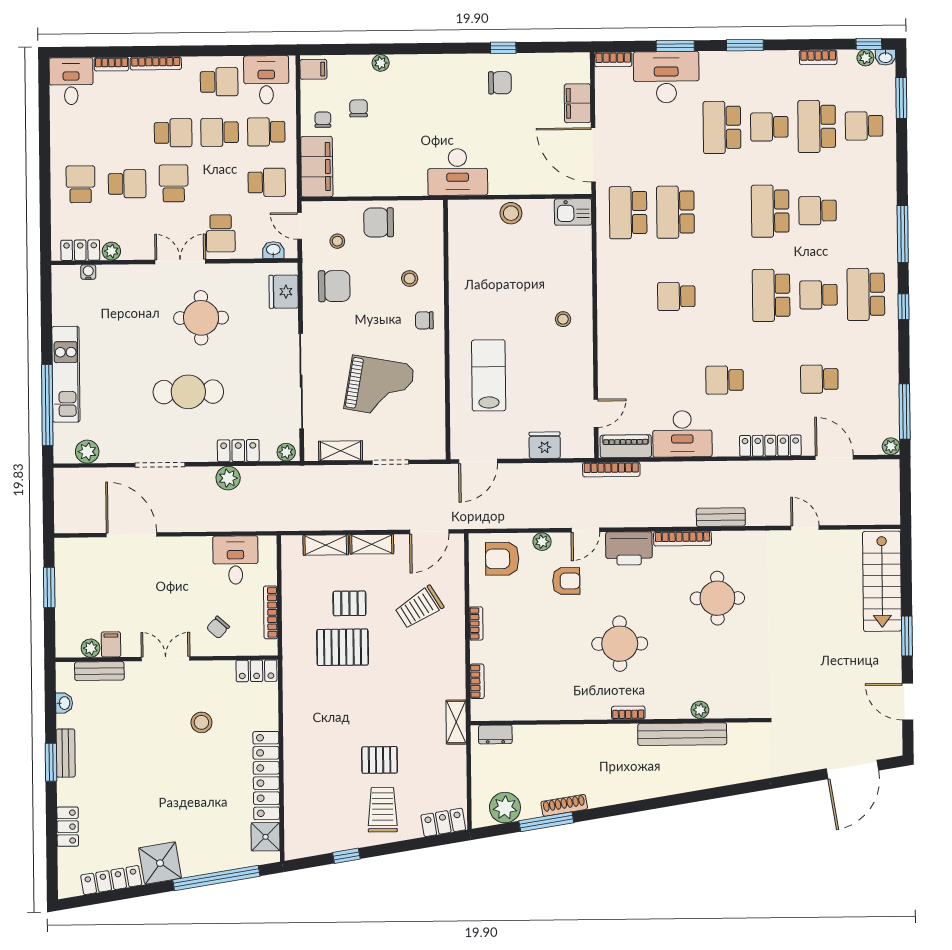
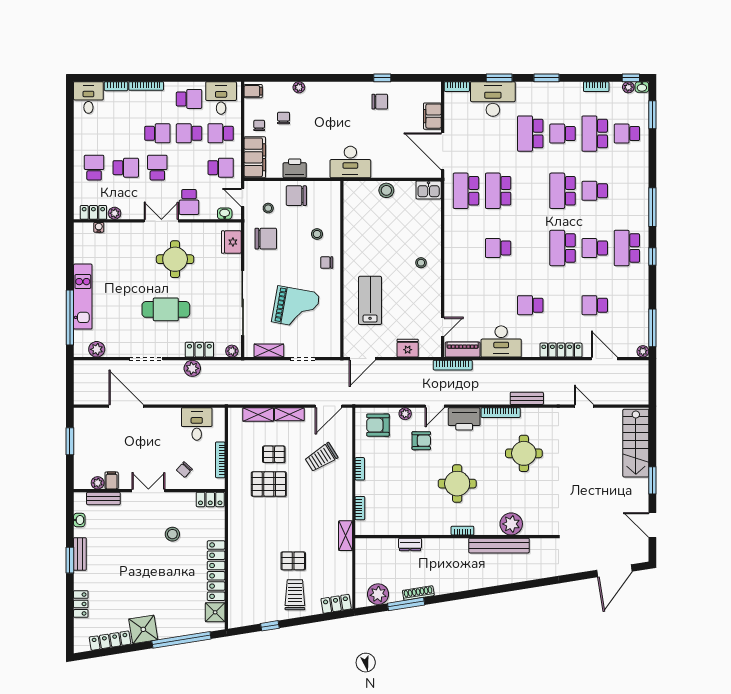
printer: (376, 182) -> (295, 168), added
plant: (700, 710) -> (511, 524), width x1.88, depth x1.88
dresser: (495, 734) -> (410, 544), moved

